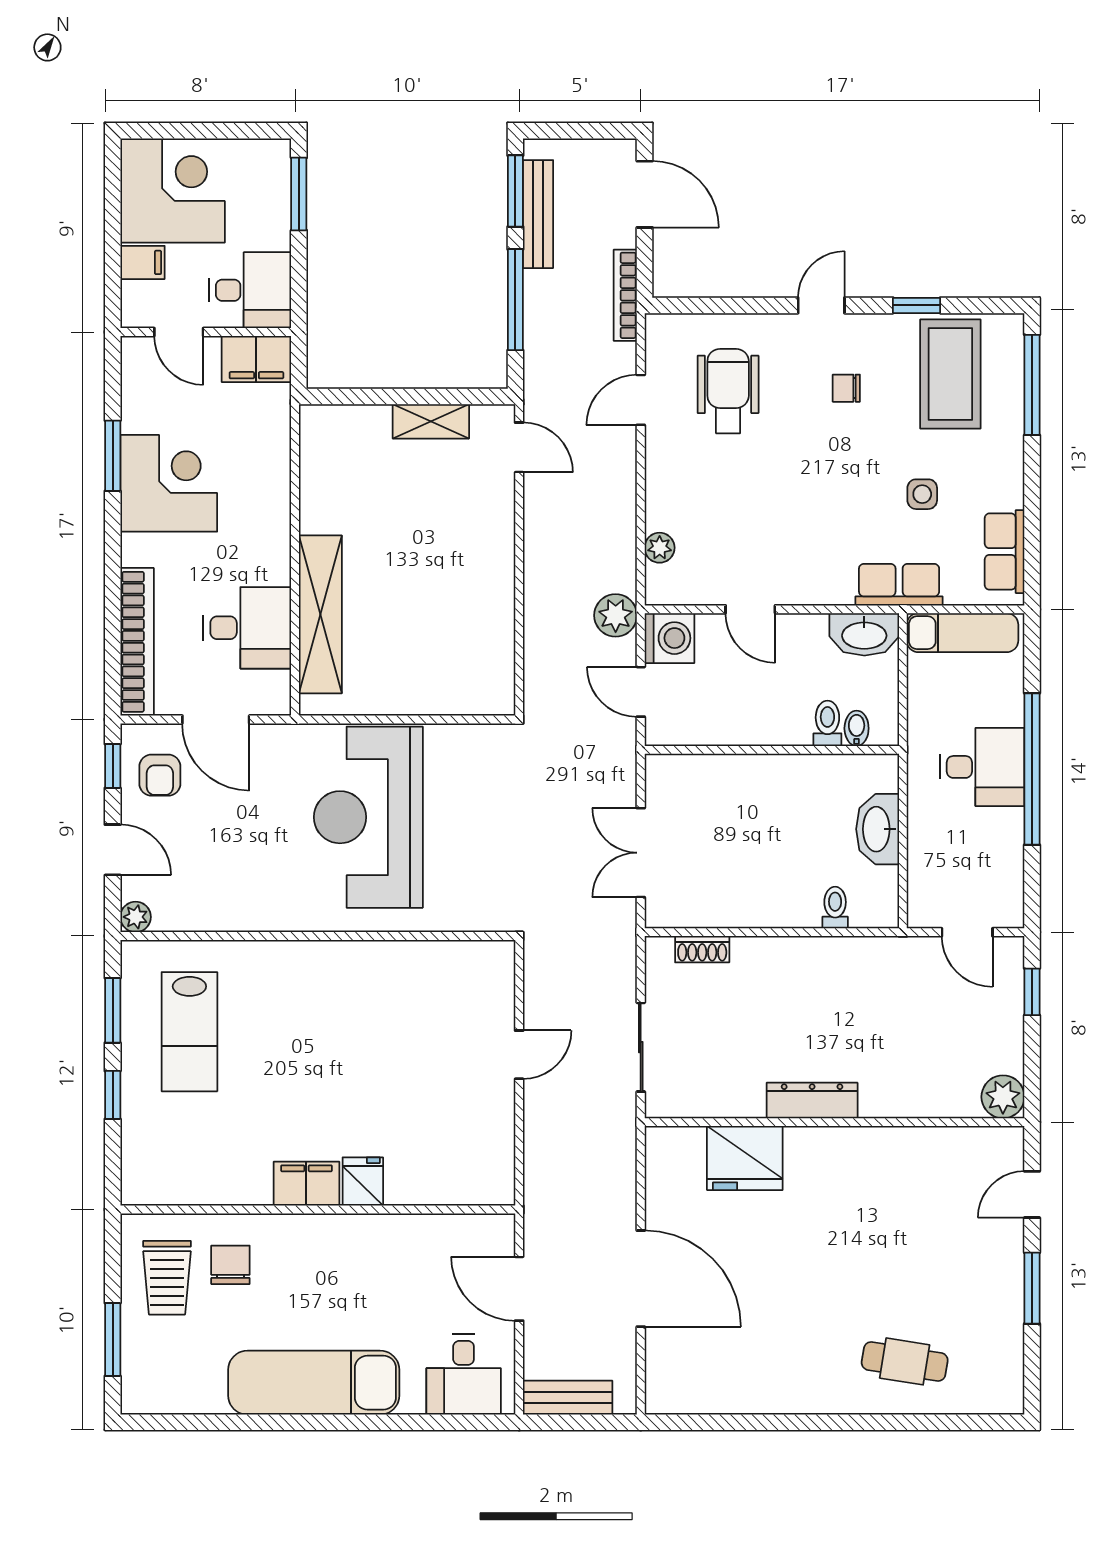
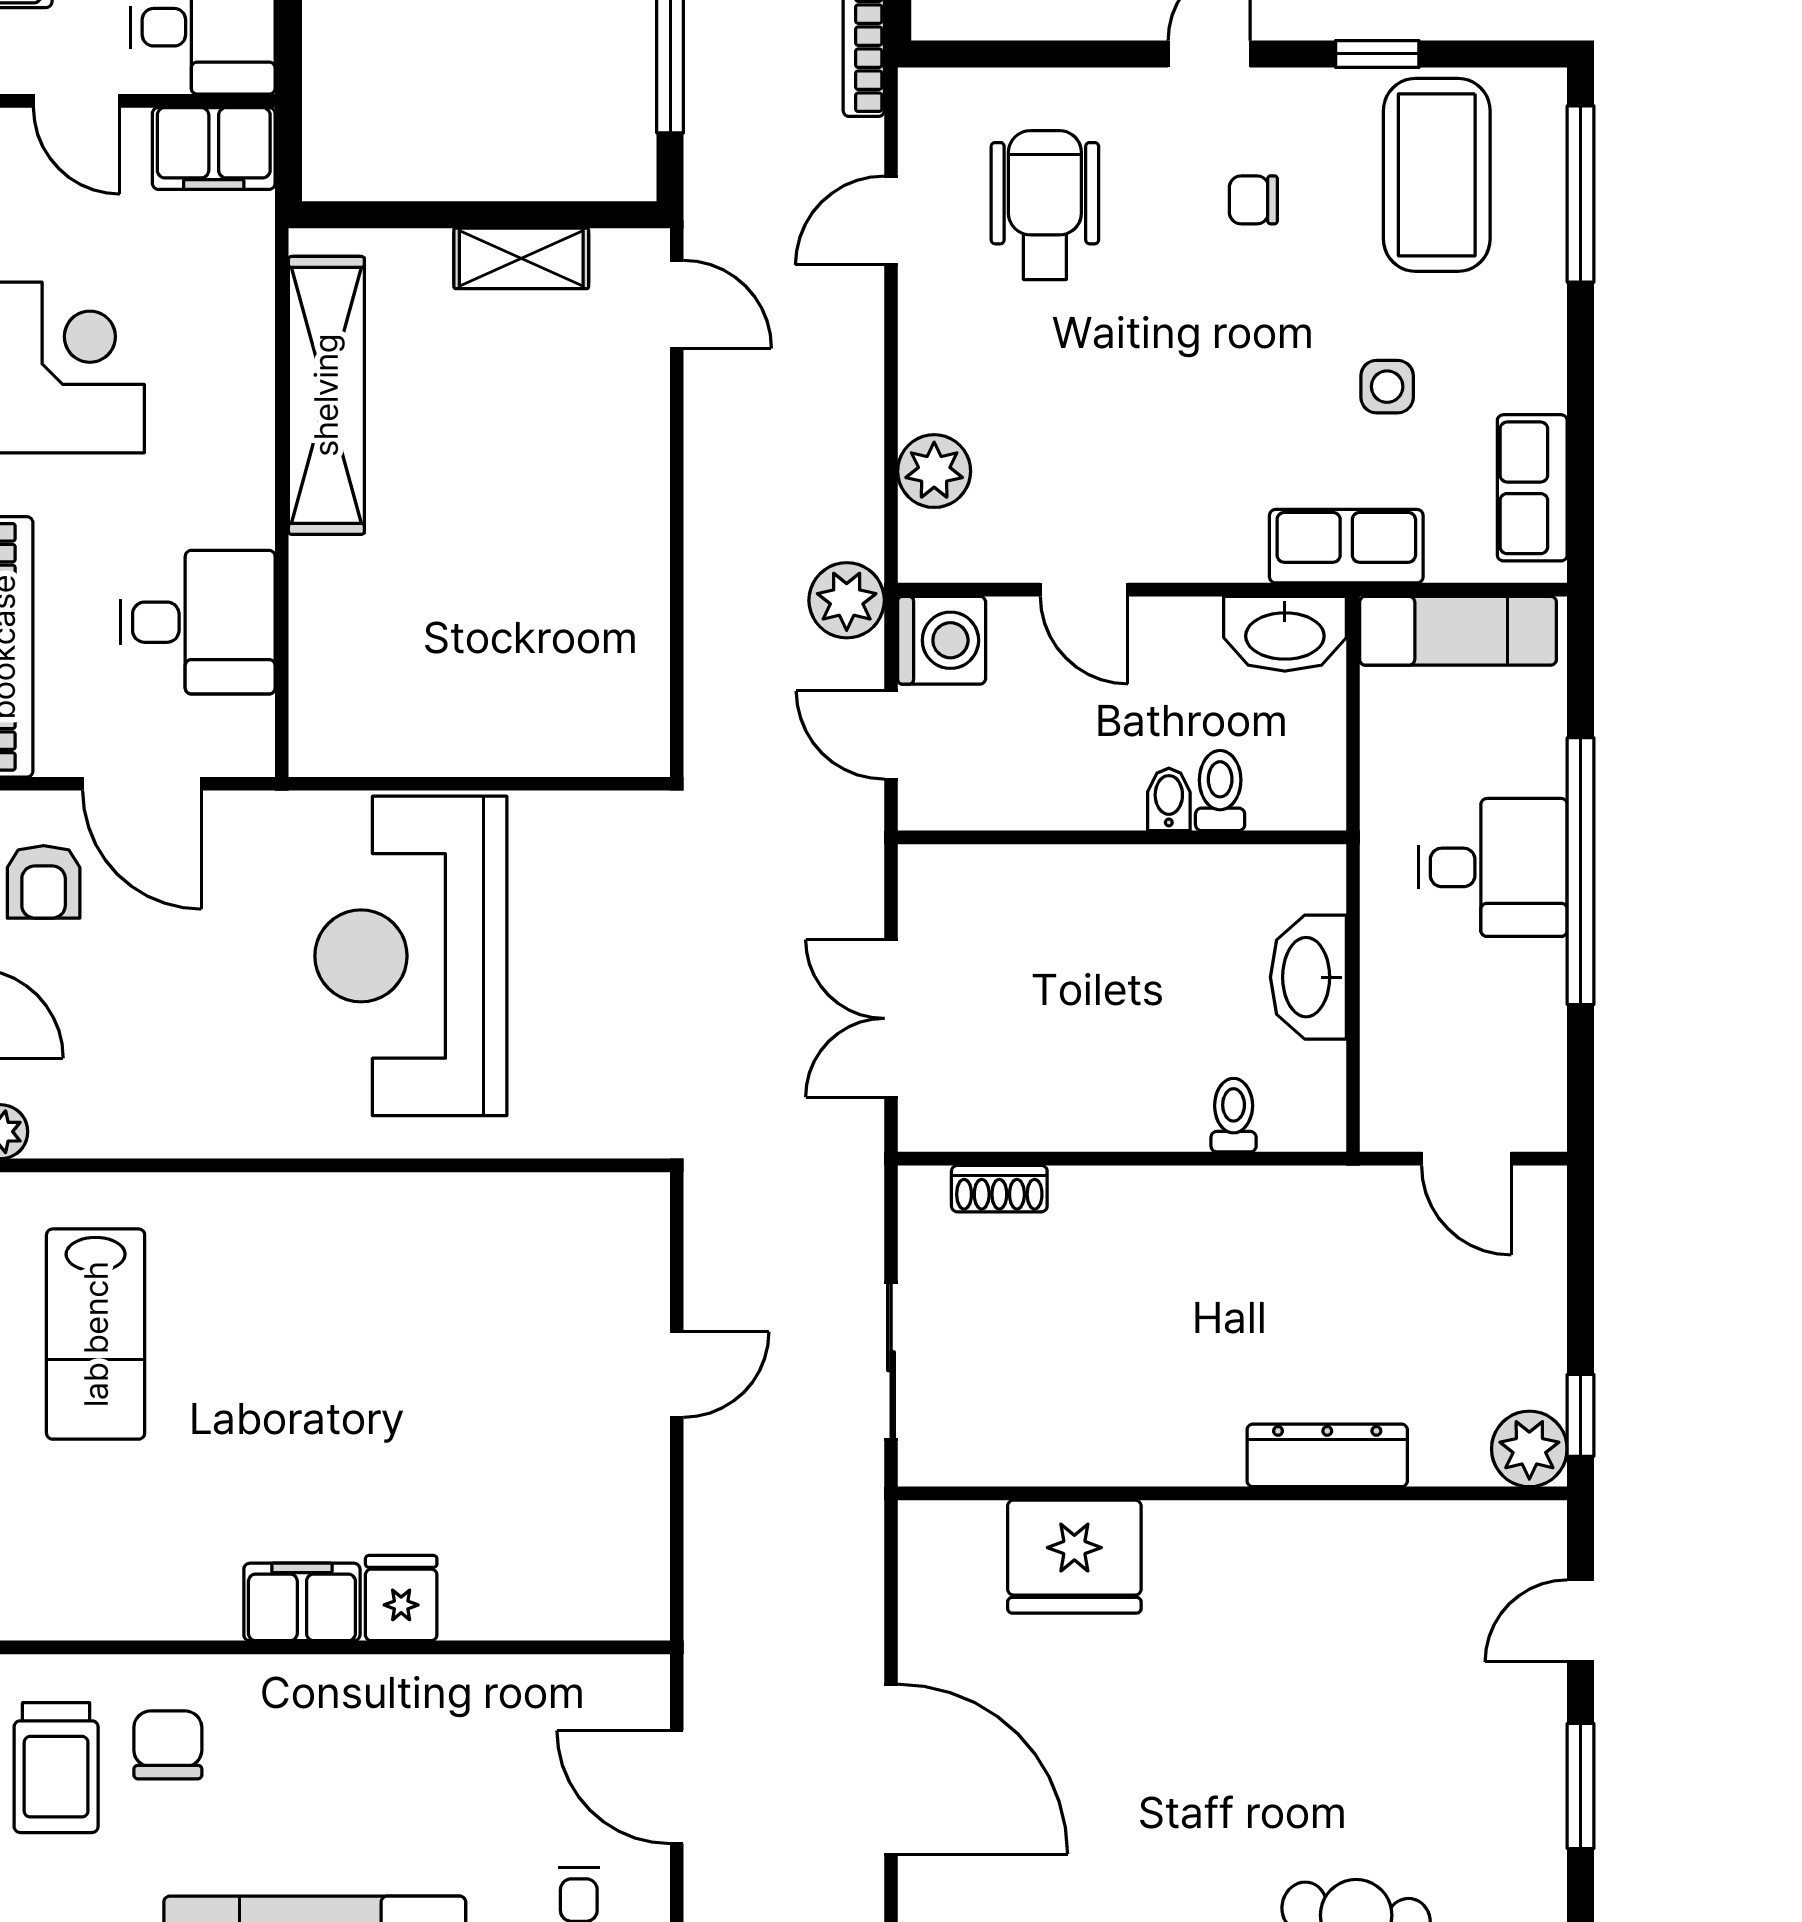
plant: (660, 548) -> (934, 471), width x1.38, depth x1.38
shelving: (320, 614) -> (326, 395), moved
bidet: (857, 728) -> (1169, 799), moved
window: (1032, 992) -> (1581, 1415), moved
dresser: (812, 1101) -> (1327, 1455), moved

